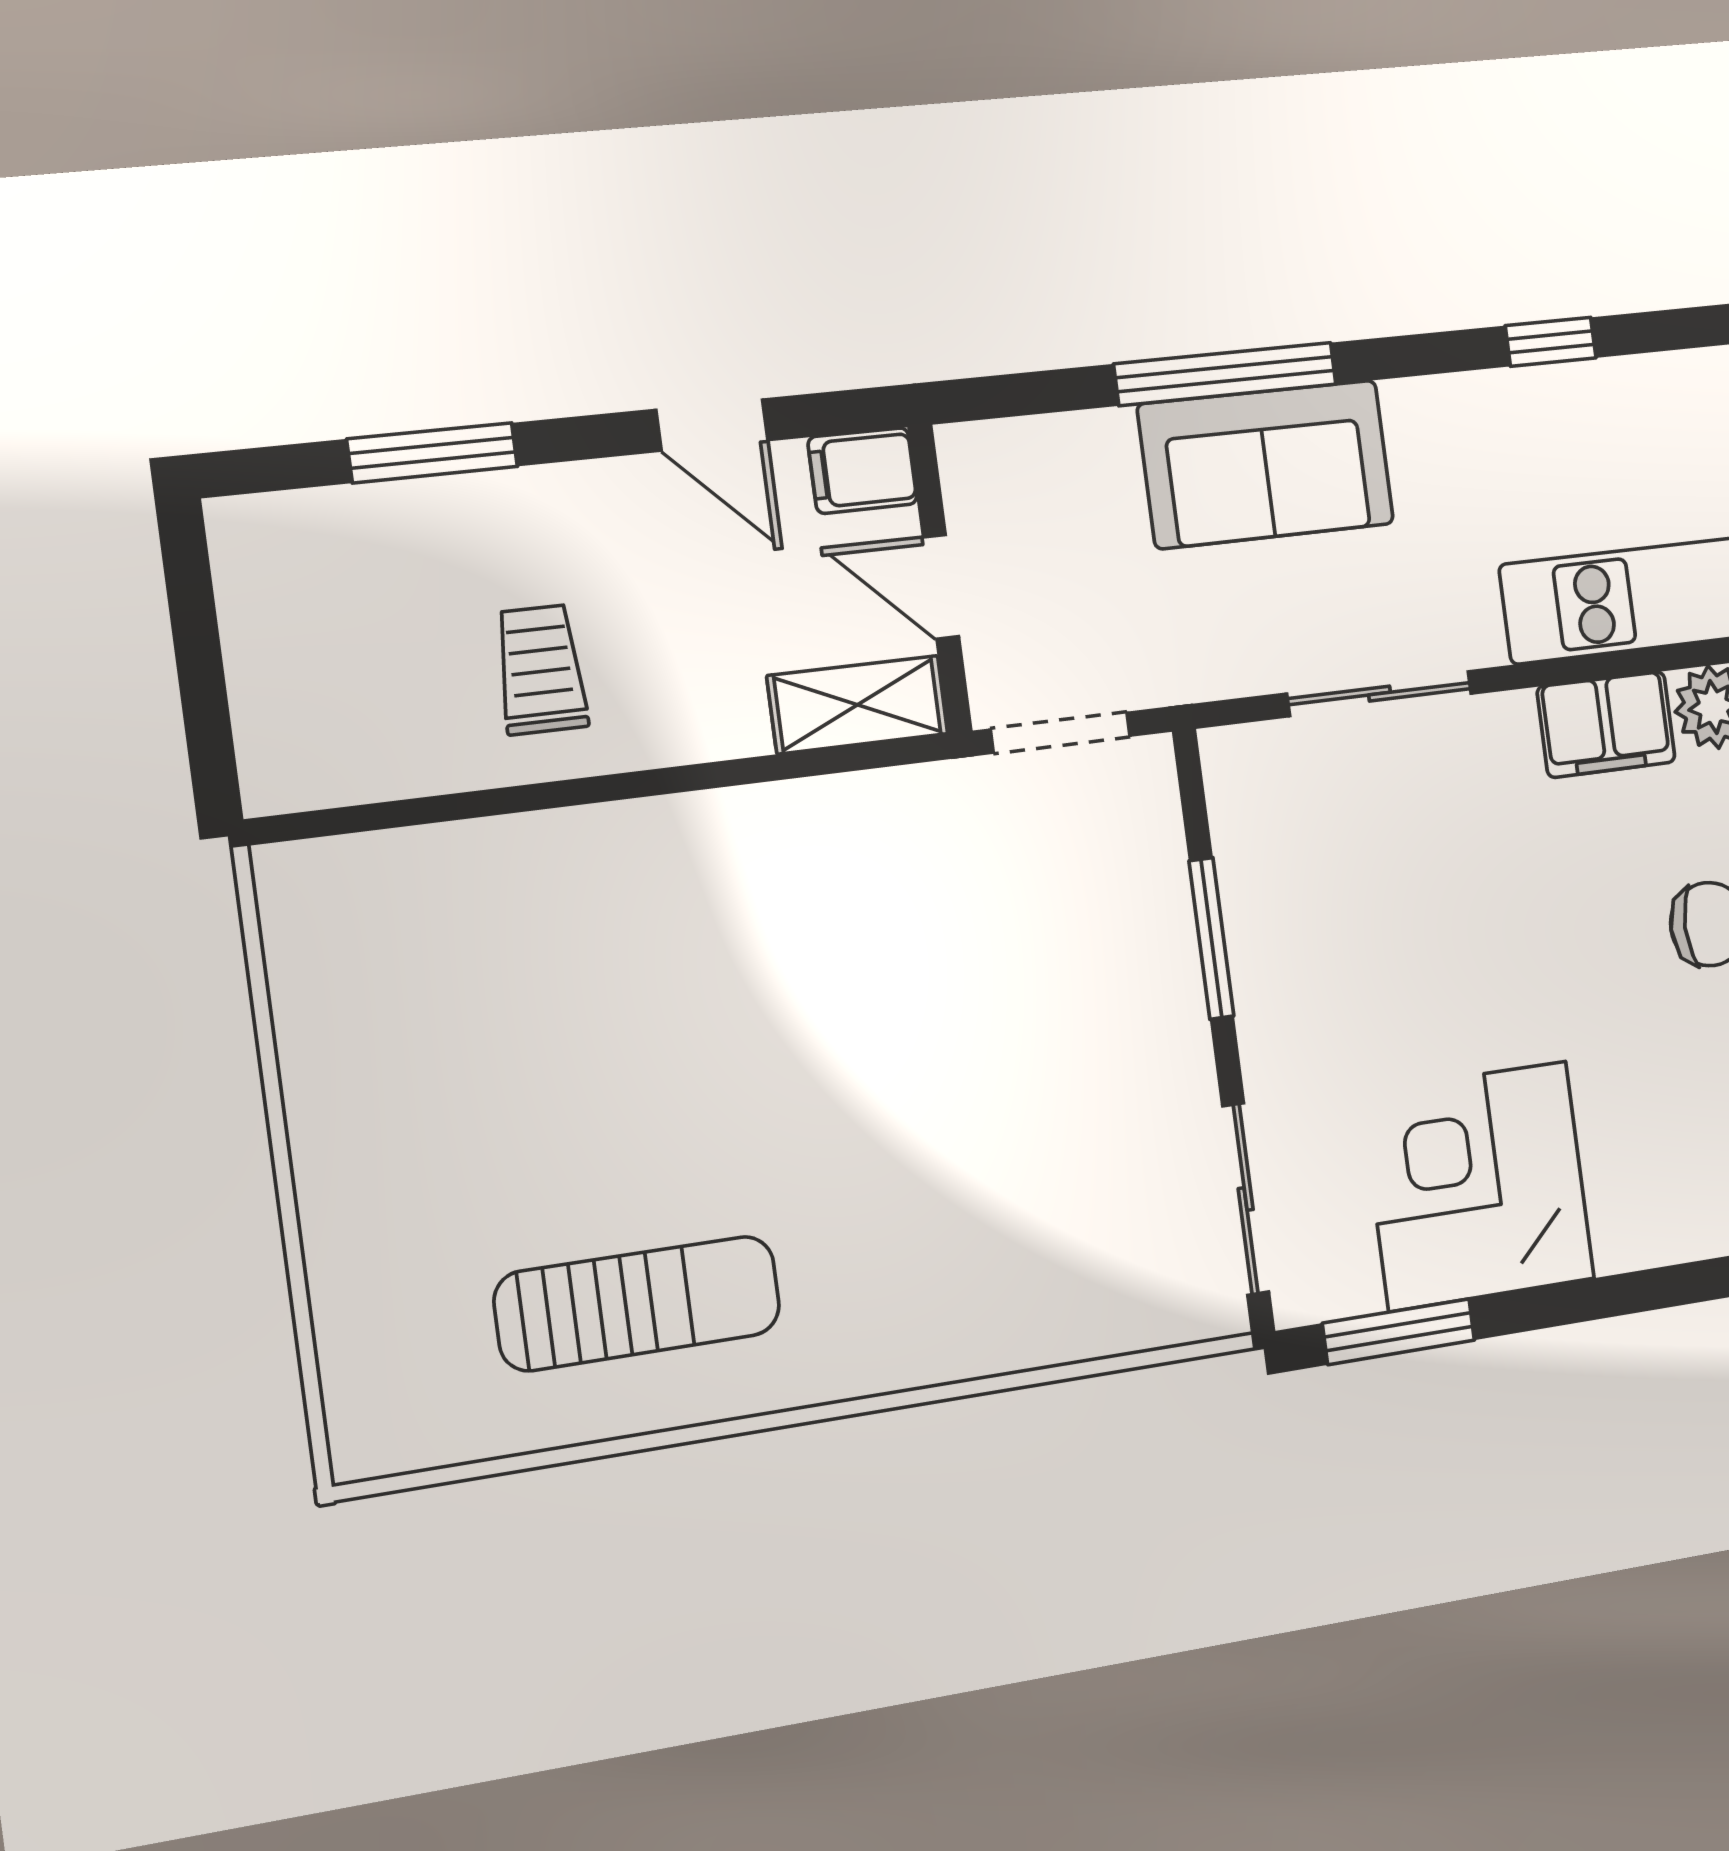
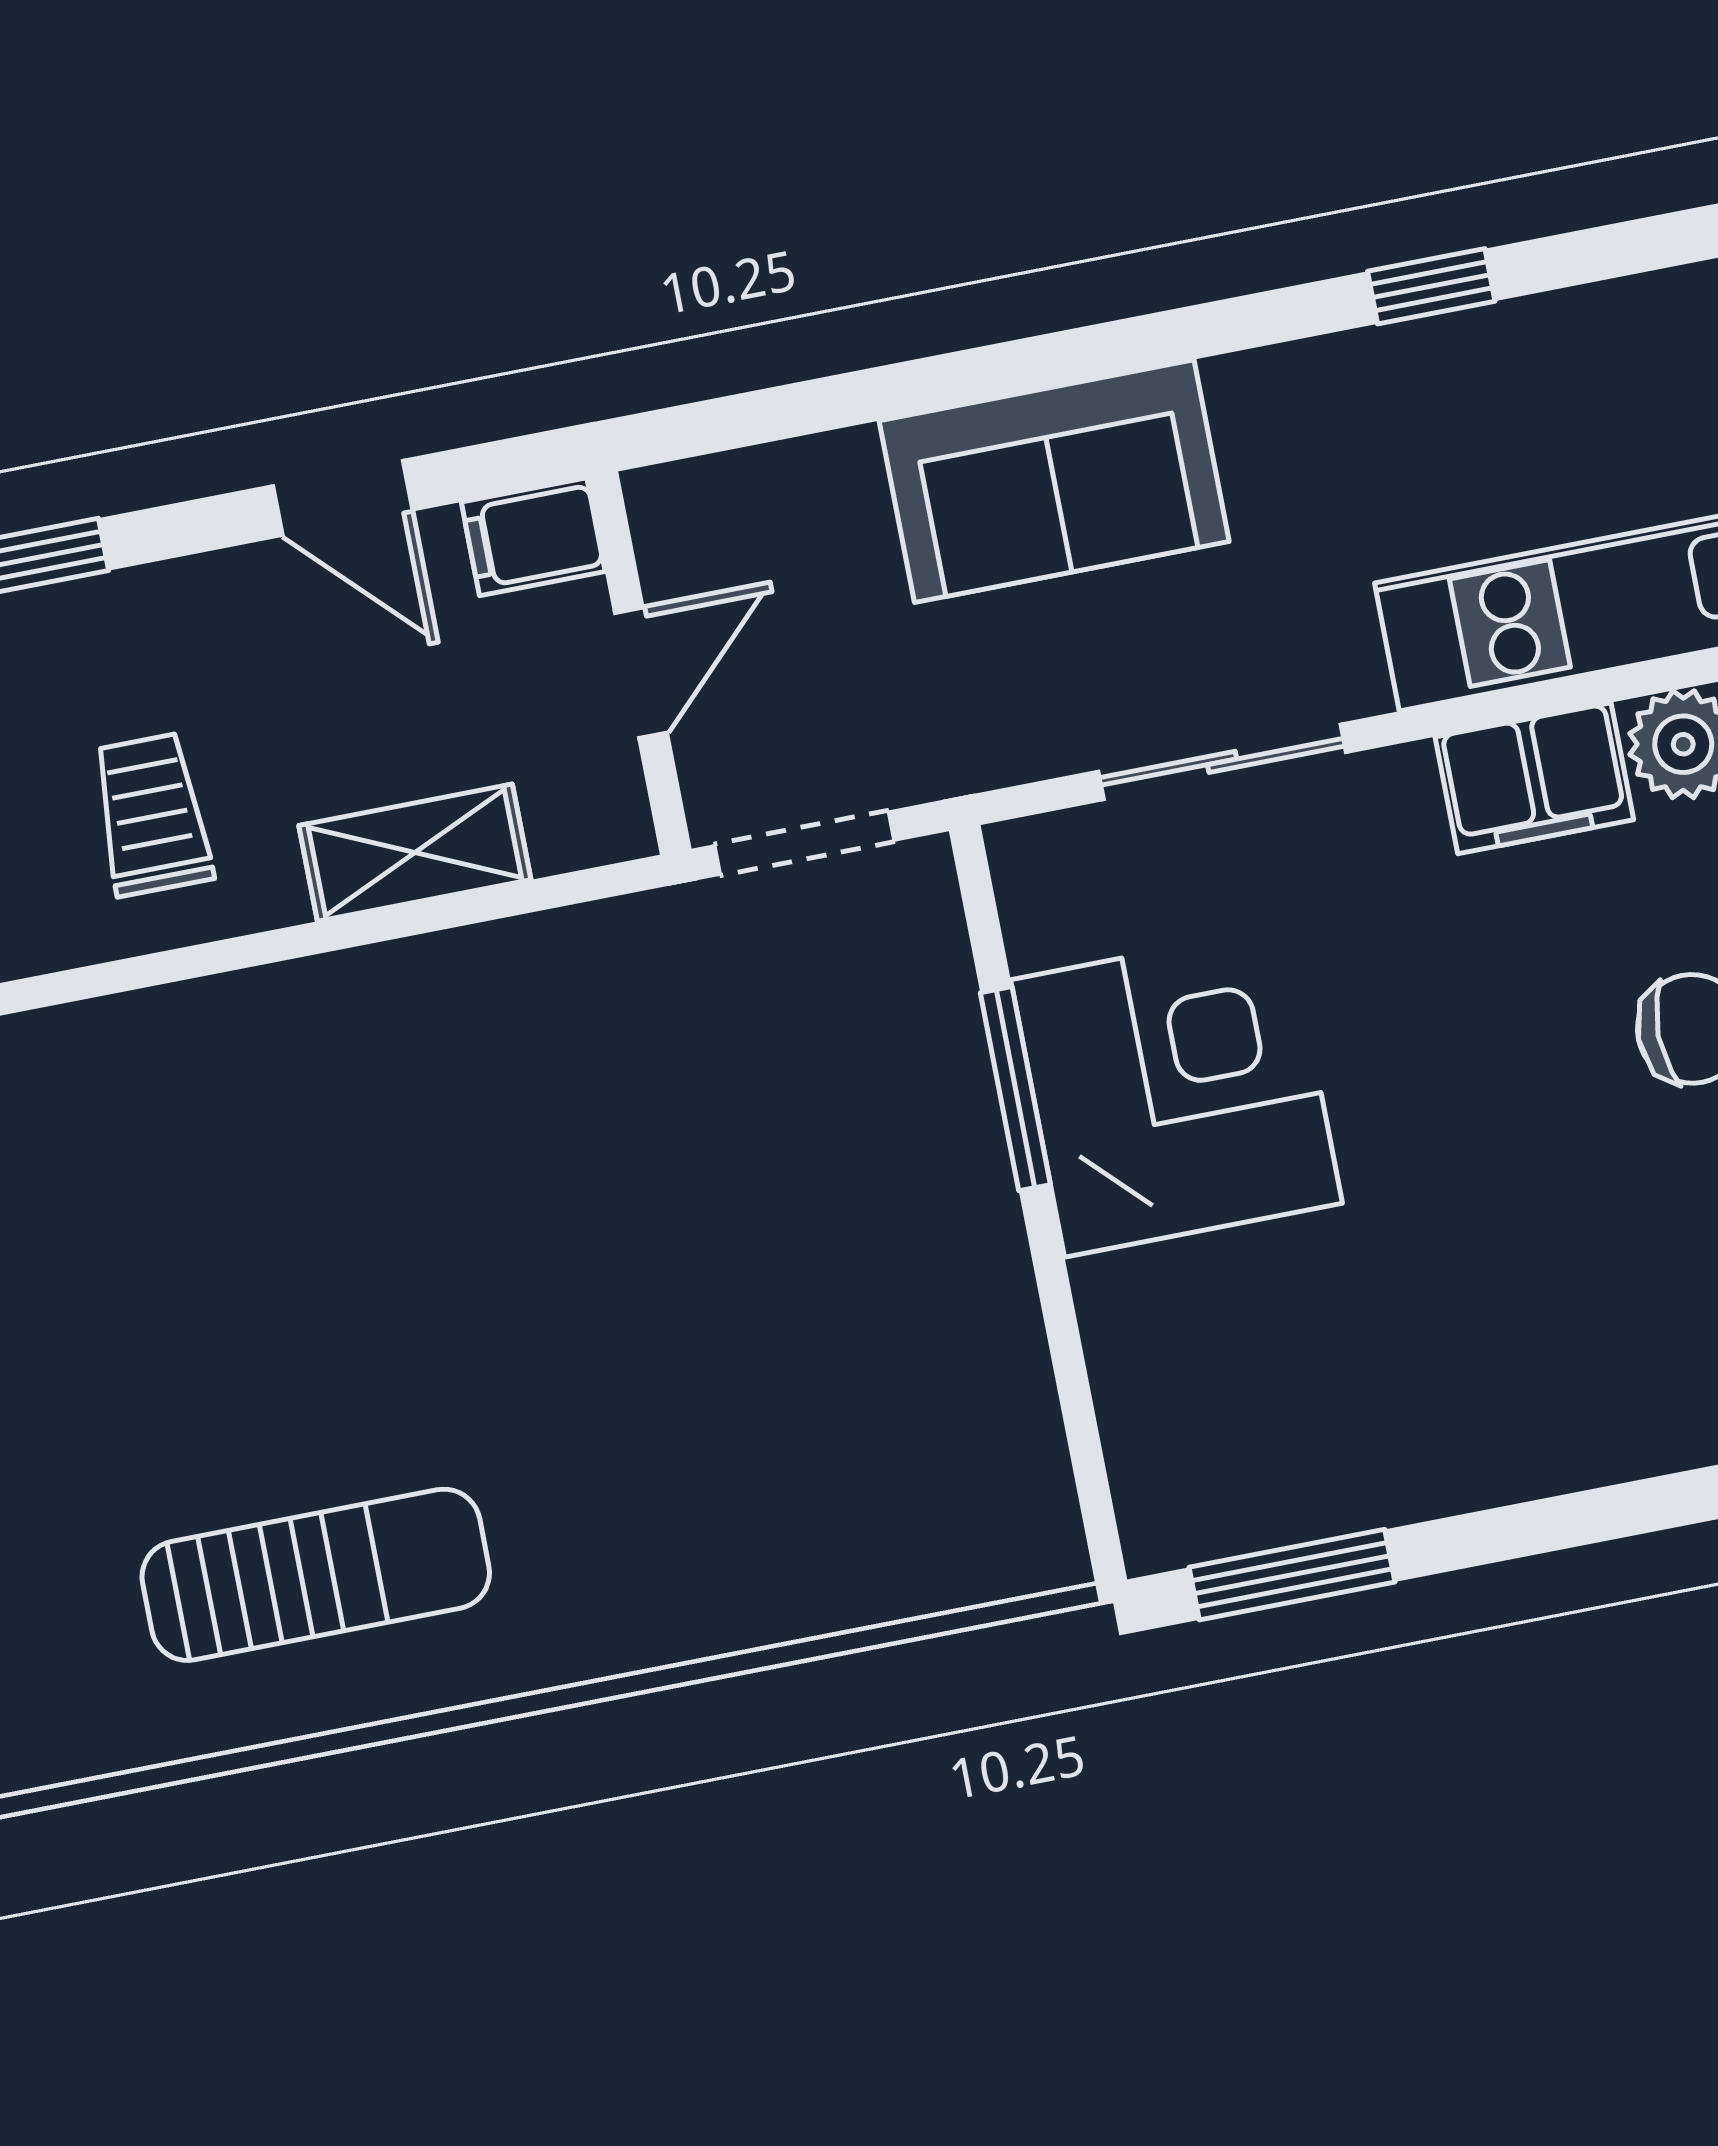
window: (1225, 374) -> (994, 371), removed
door: (941, 587) -> (641, 673), swing flipped
shelving: (858, 705) -> (415, 853), moved
corner desk: (1478, 1186) -> (1176, 1091), moved, turned 90
sliding door: (1246, 1199) -> (1079, 1415), removed

